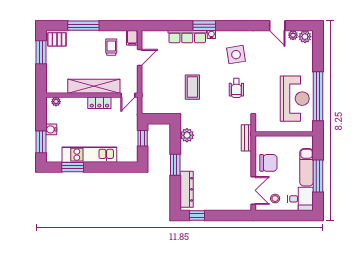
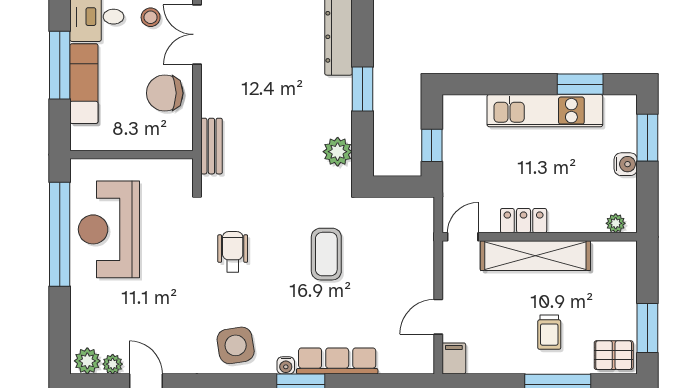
trolley: (111, 47) -> (549, 332), moved
side table: (236, 55) -> (236, 345), moved

